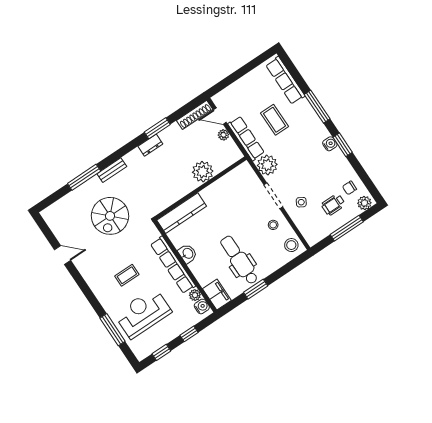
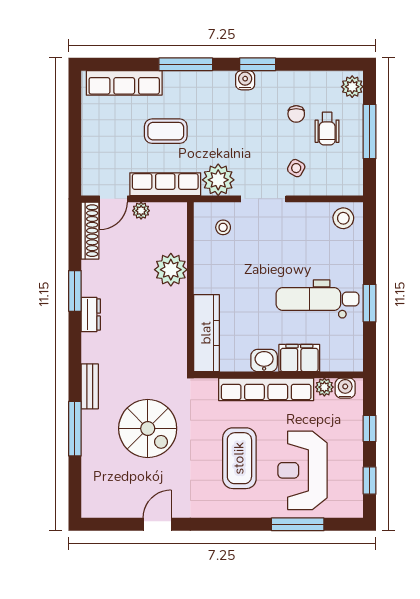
chair: (349, 188) -> (296, 114), moved
stool: (273, 225) -> (223, 227), moved
coffee table: (127, 275) -> (239, 458), width x1.86, depth x1.72
filing cabinet: (217, 295) -> (299, 358), moved

